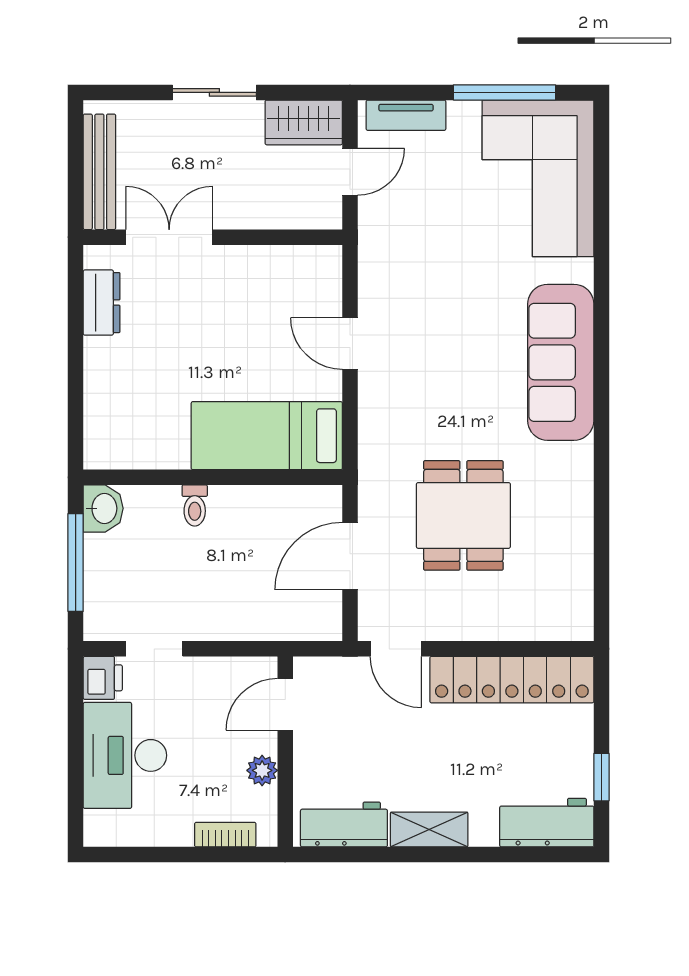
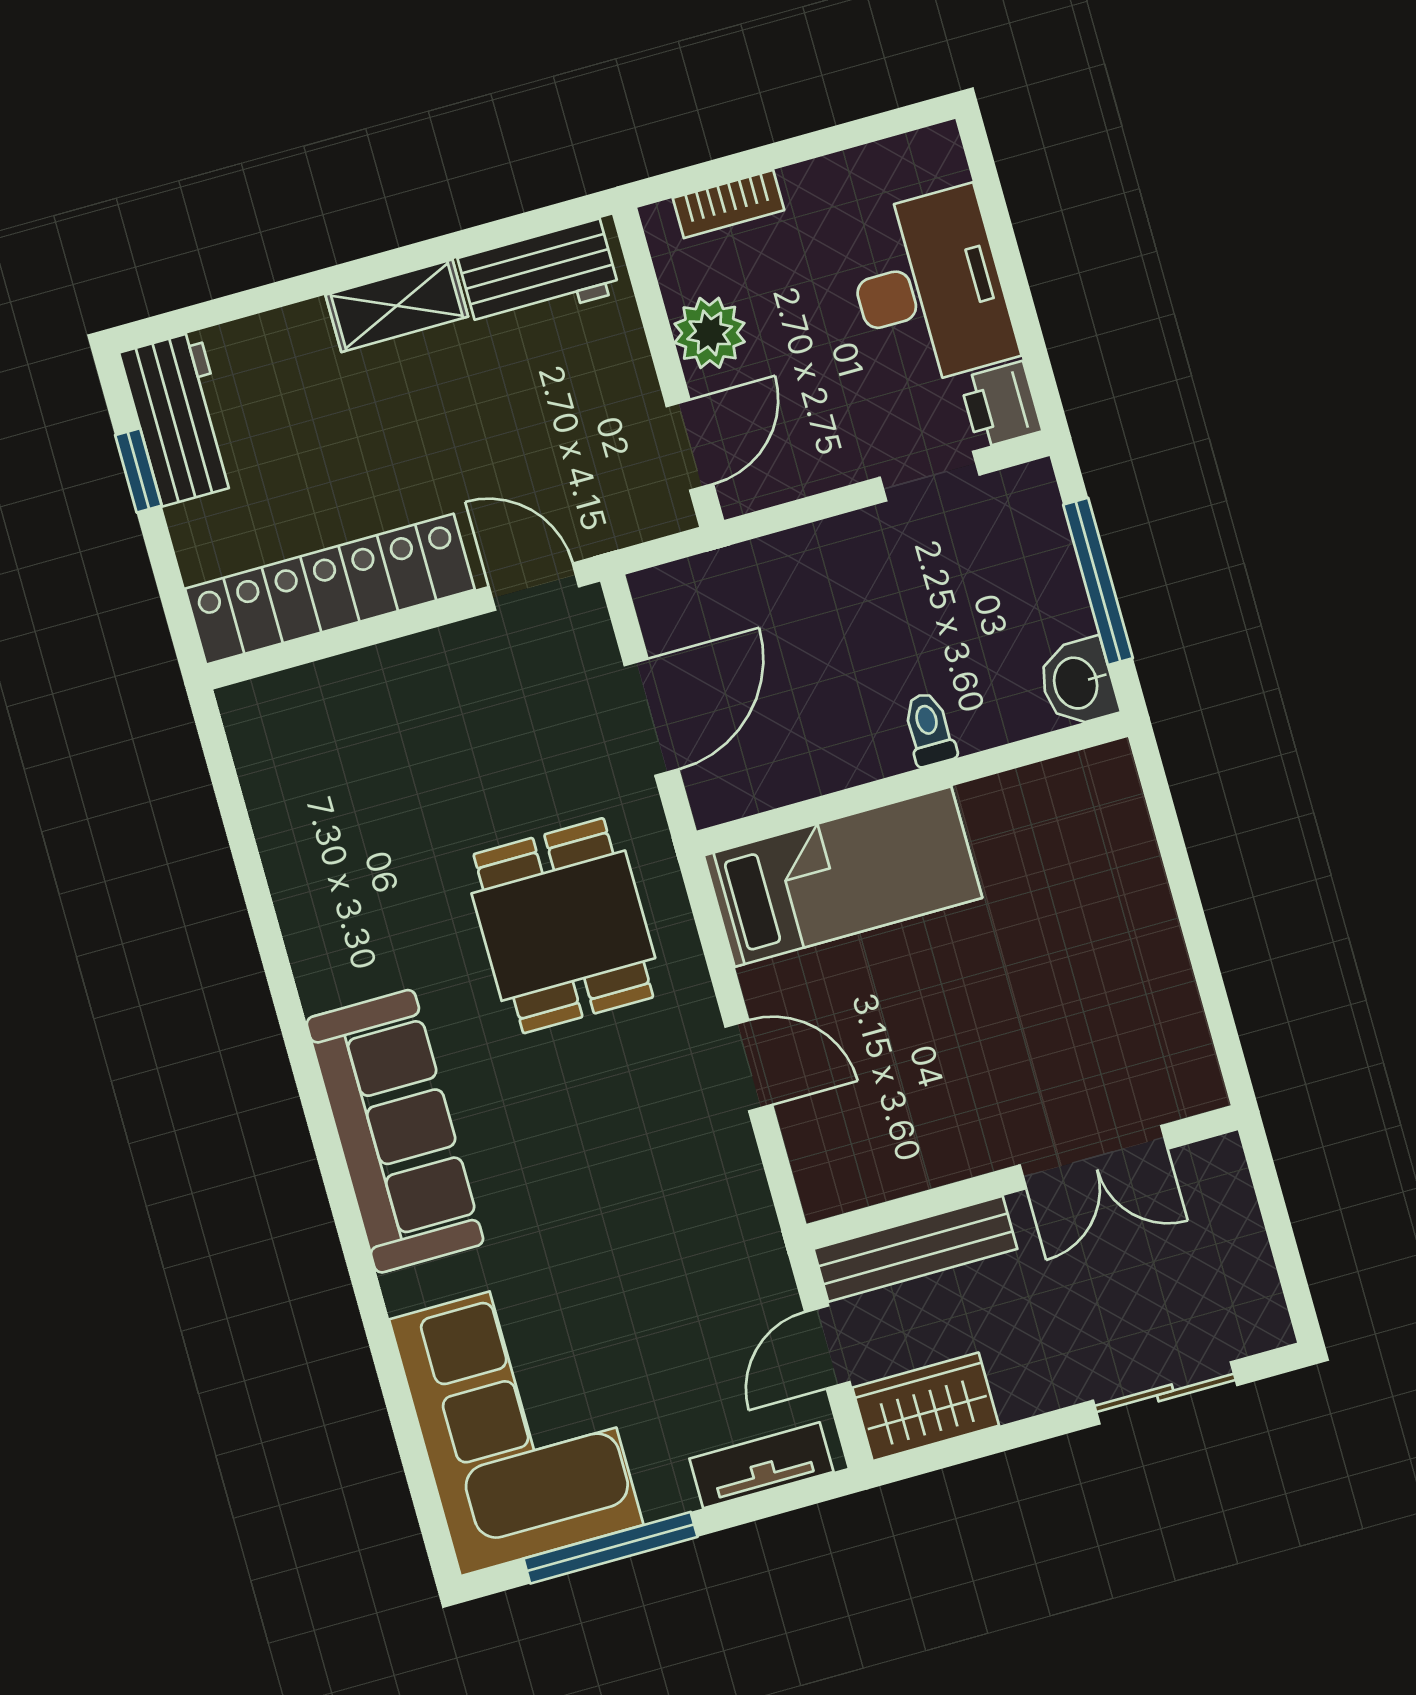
sliding door: (214, 92) -> (1165, 1393), moved
bench: (99, 172) -> (915, 1249), moved, turned 90
dresser: (102, 303) -> (1174, 1019), removed
dining table: (463, 515) -> (563, 926), moved
plant: (262, 770) -> (710, 333), width x1.38, depth x1.38
workbench: (547, 823) -> (180, 418), moved, turned -90

